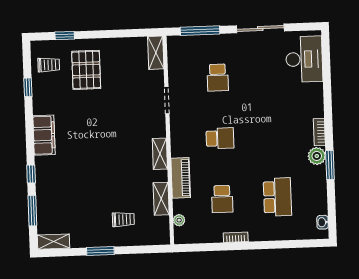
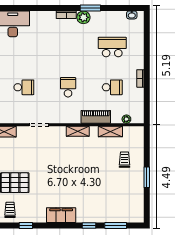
shelving: (53, 242) -> (139, 211), removed

